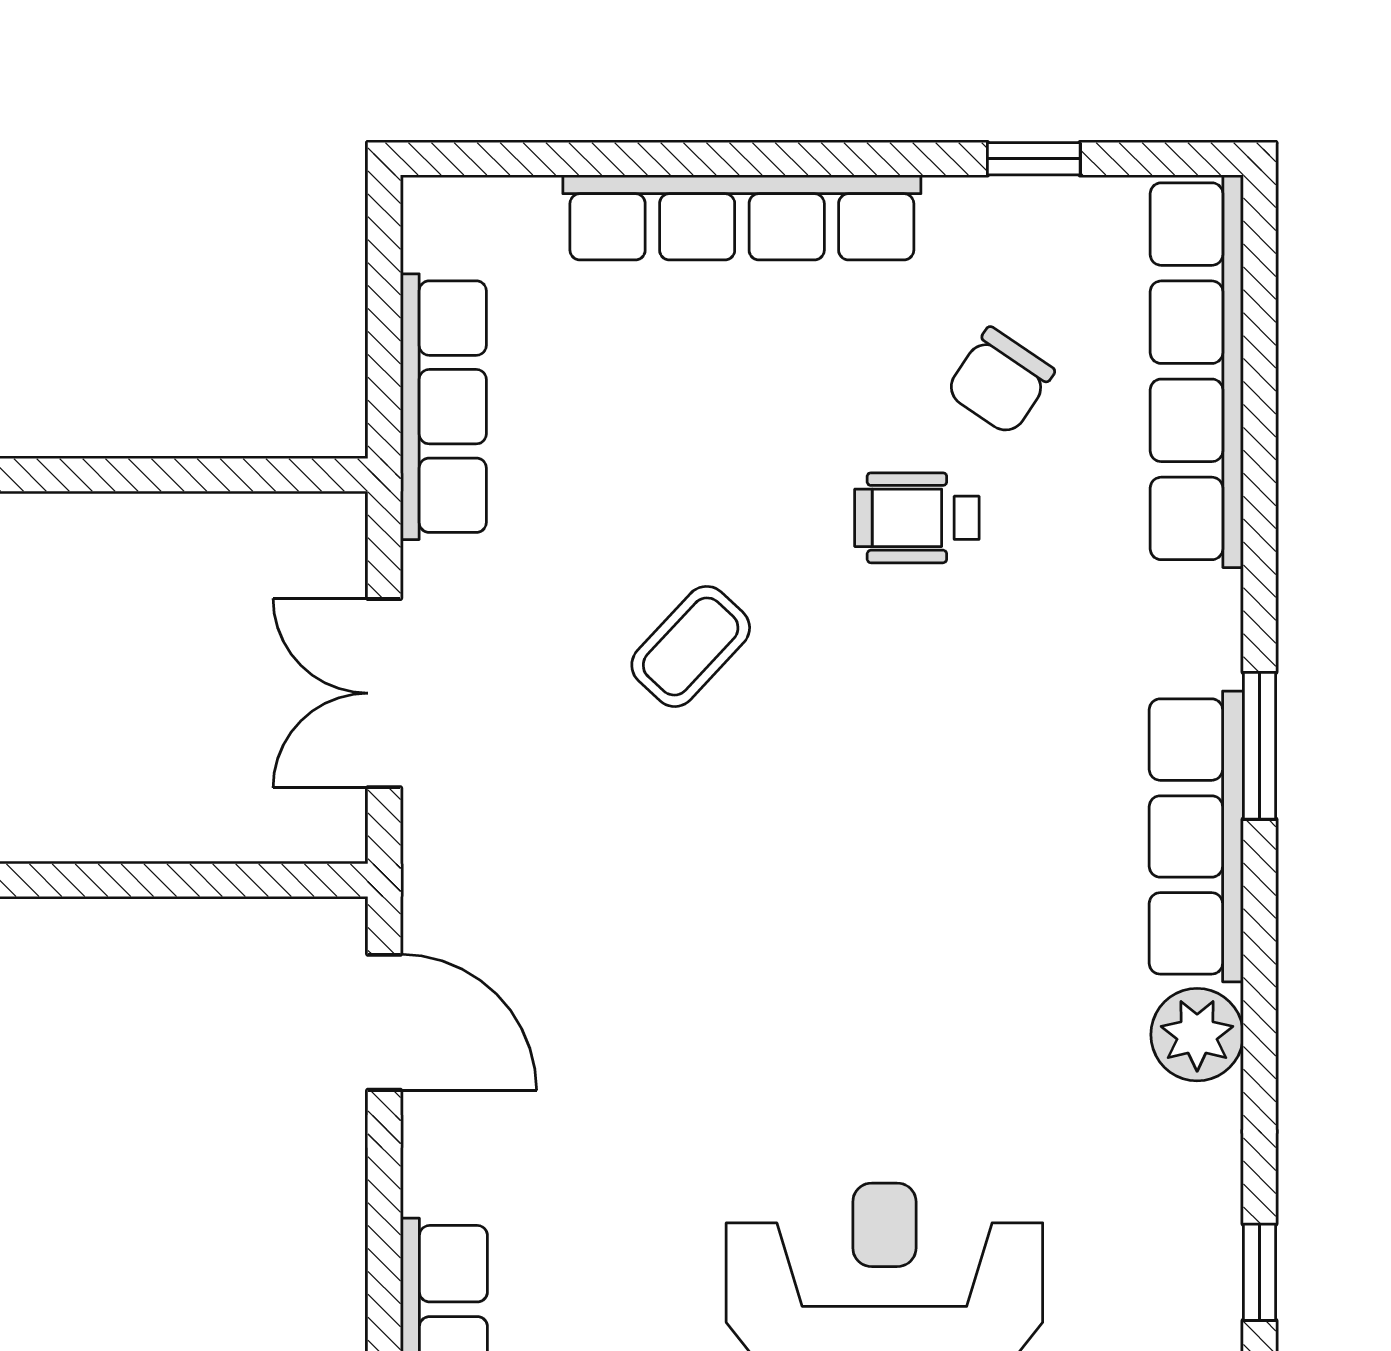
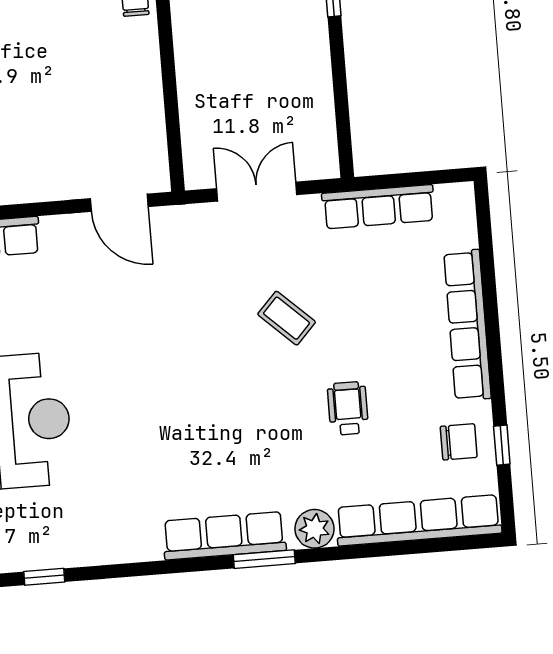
chair: (1000, 381) -> (459, 442), moved, turned 146
door: (384, 1022) -> (119, 203), hinge flipped
plant: (1197, 1035) -> (315, 529), moved

